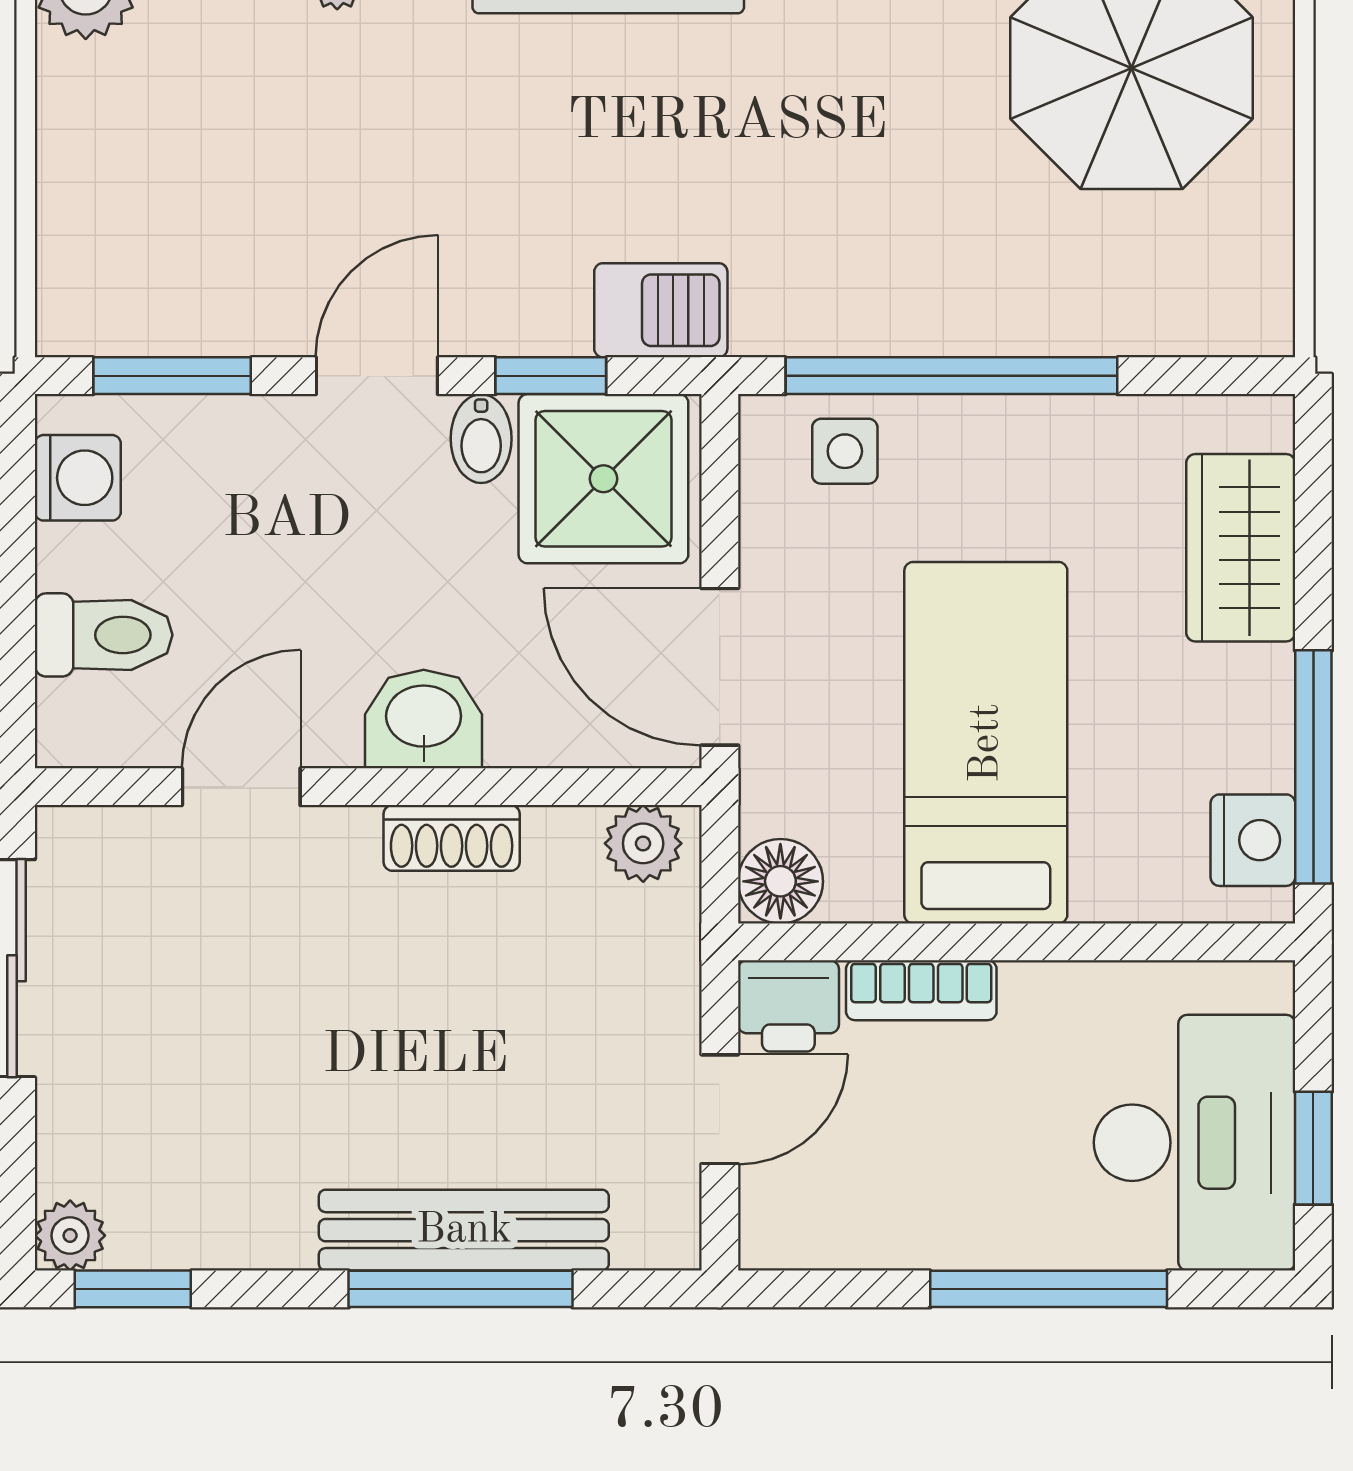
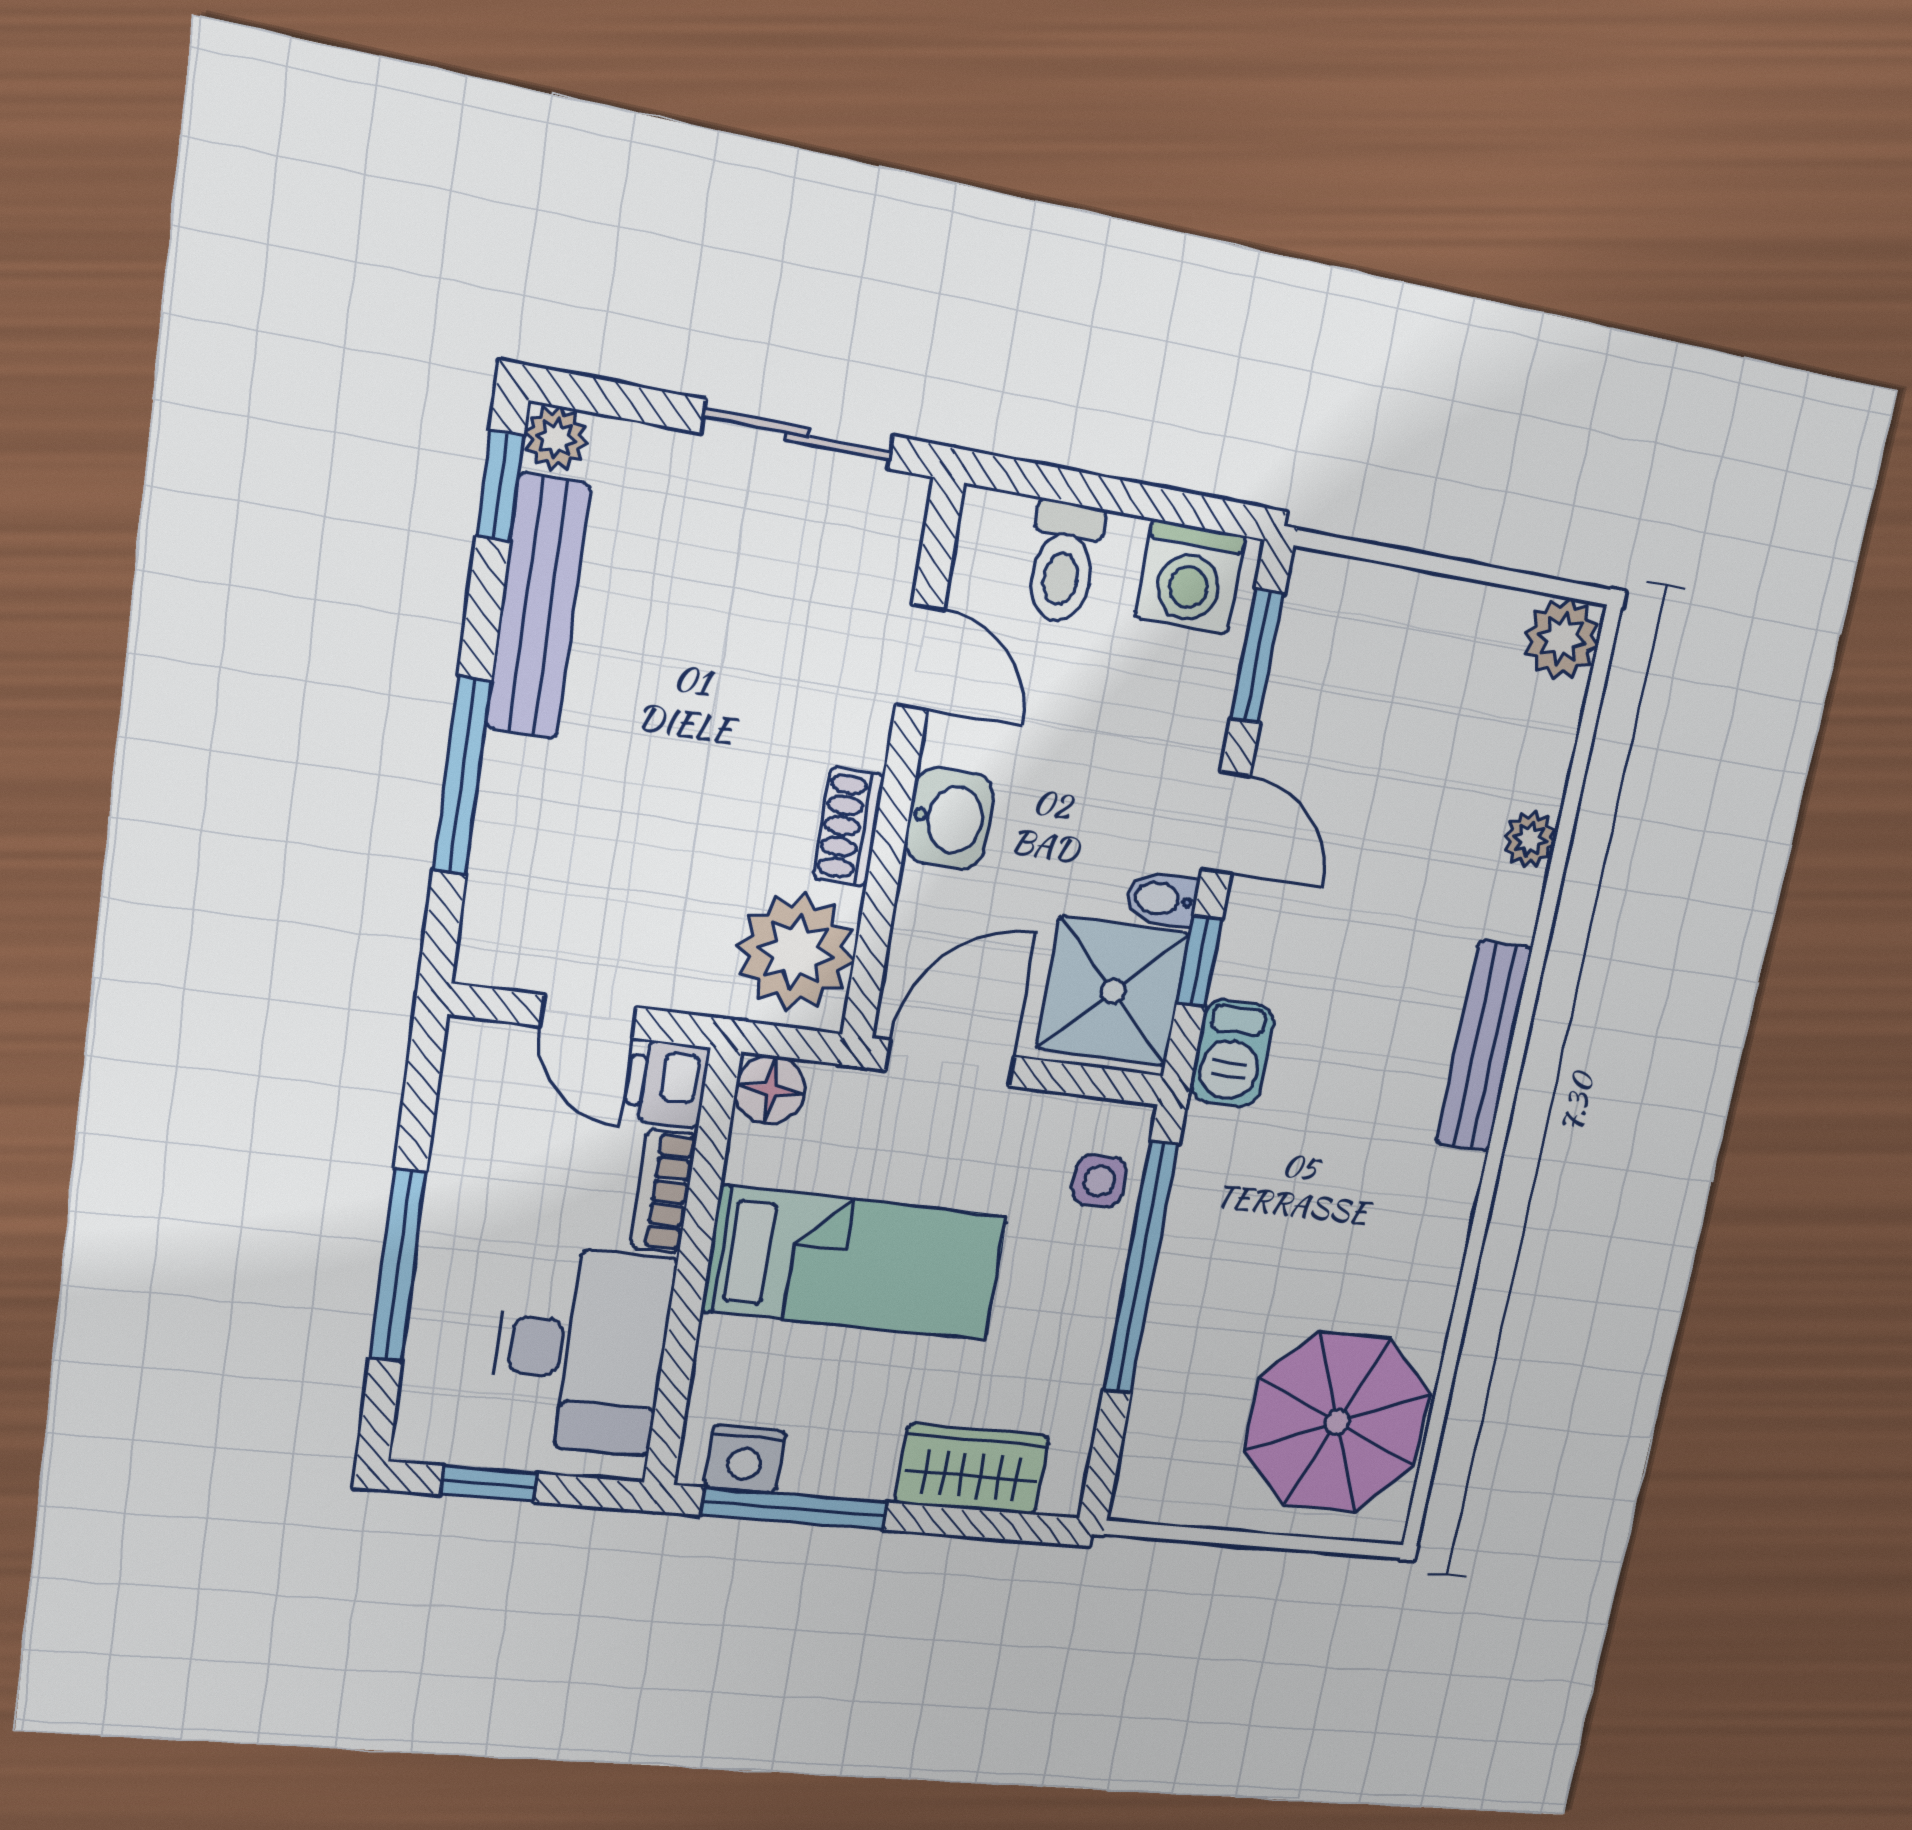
washing machine: (78, 478) -> (1190, 577), width x1.38, depth x1.38
plant: (643, 843) -> (796, 952), width x1.88, depth x1.88
desk: (1195, 1143) -> (581, 1350), moved, turned -90
bench: (464, 1230) -> (538, 607), moved

